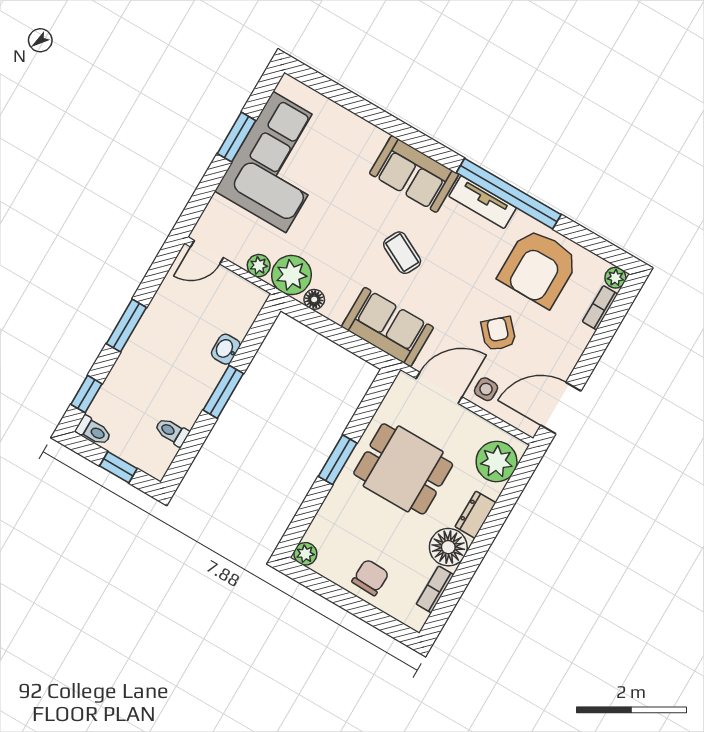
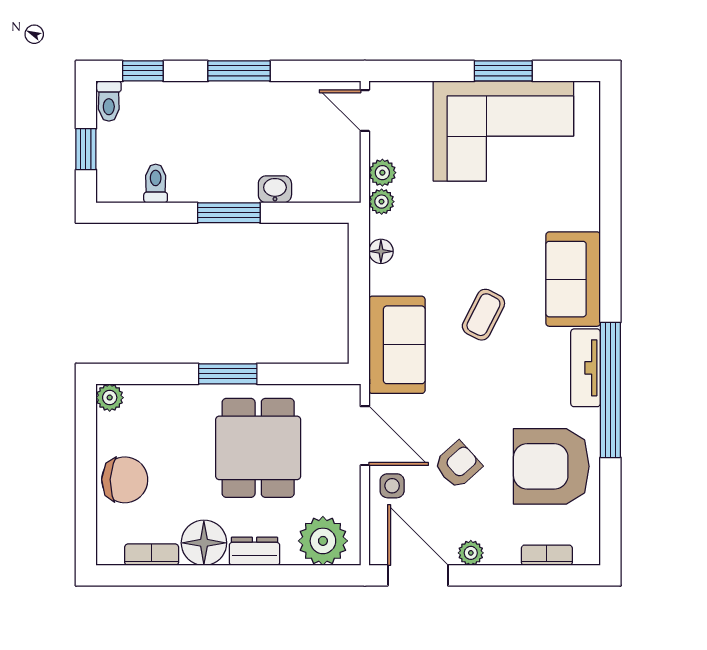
plant: (292, 275) -> (382, 202), width x0.53, depth x0.53
plant: (615, 278) -> (471, 553), moved
chair: (370, 577) -> (125, 480), width x1.37, depth x1.37

